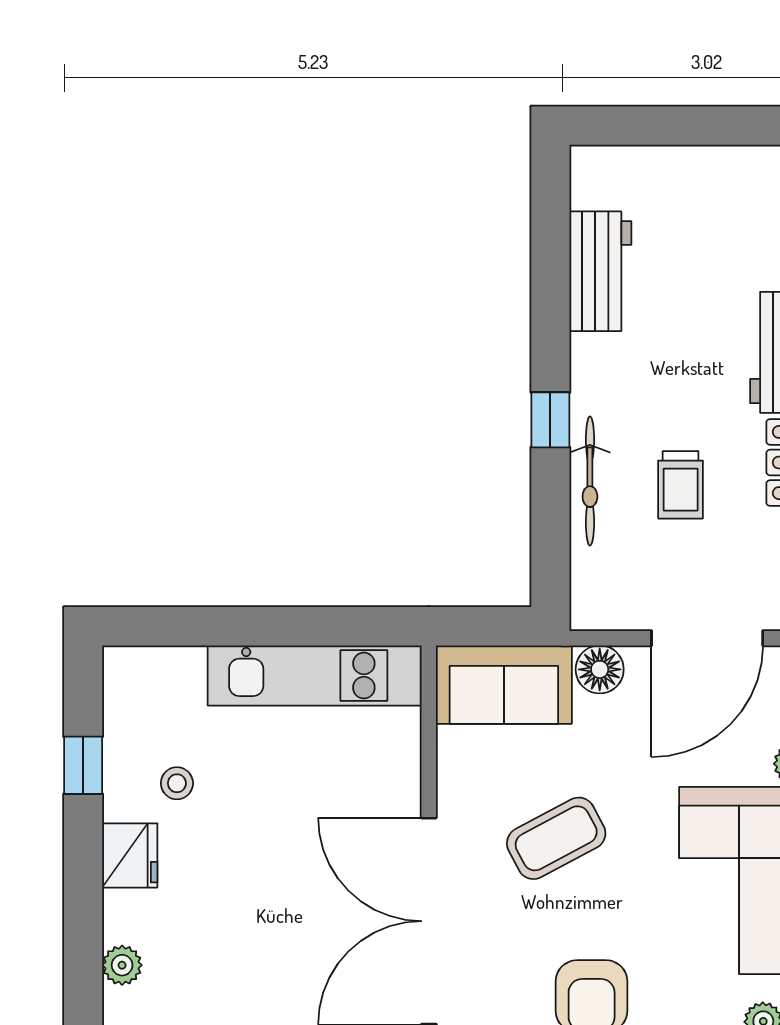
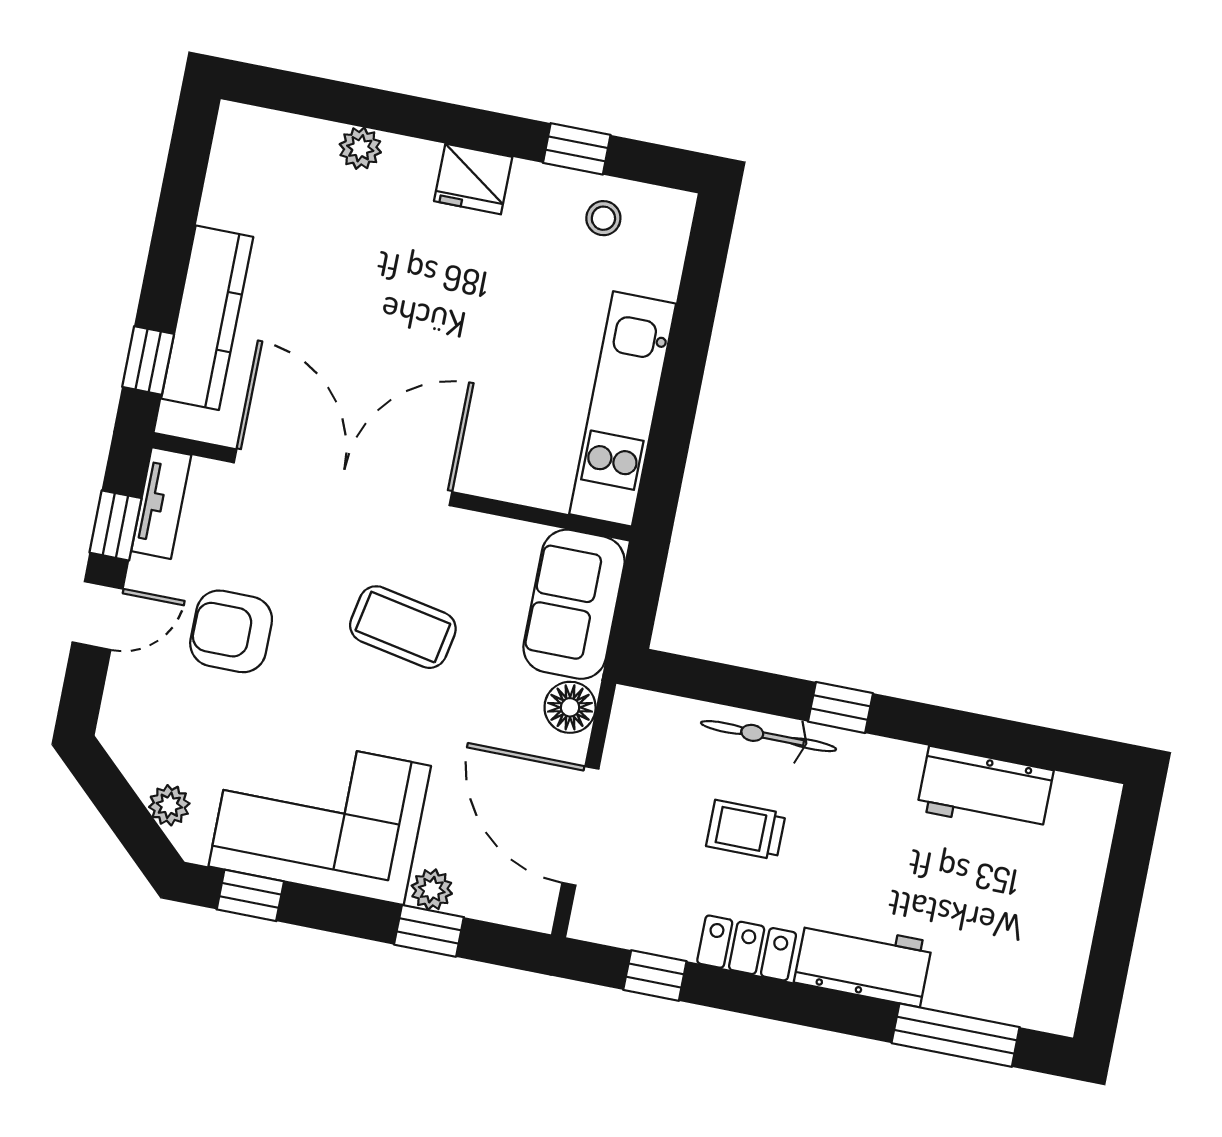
stool: (177, 783) -> (603, 218), moved
coffee table: (556, 838) -> (403, 627), turned -51

